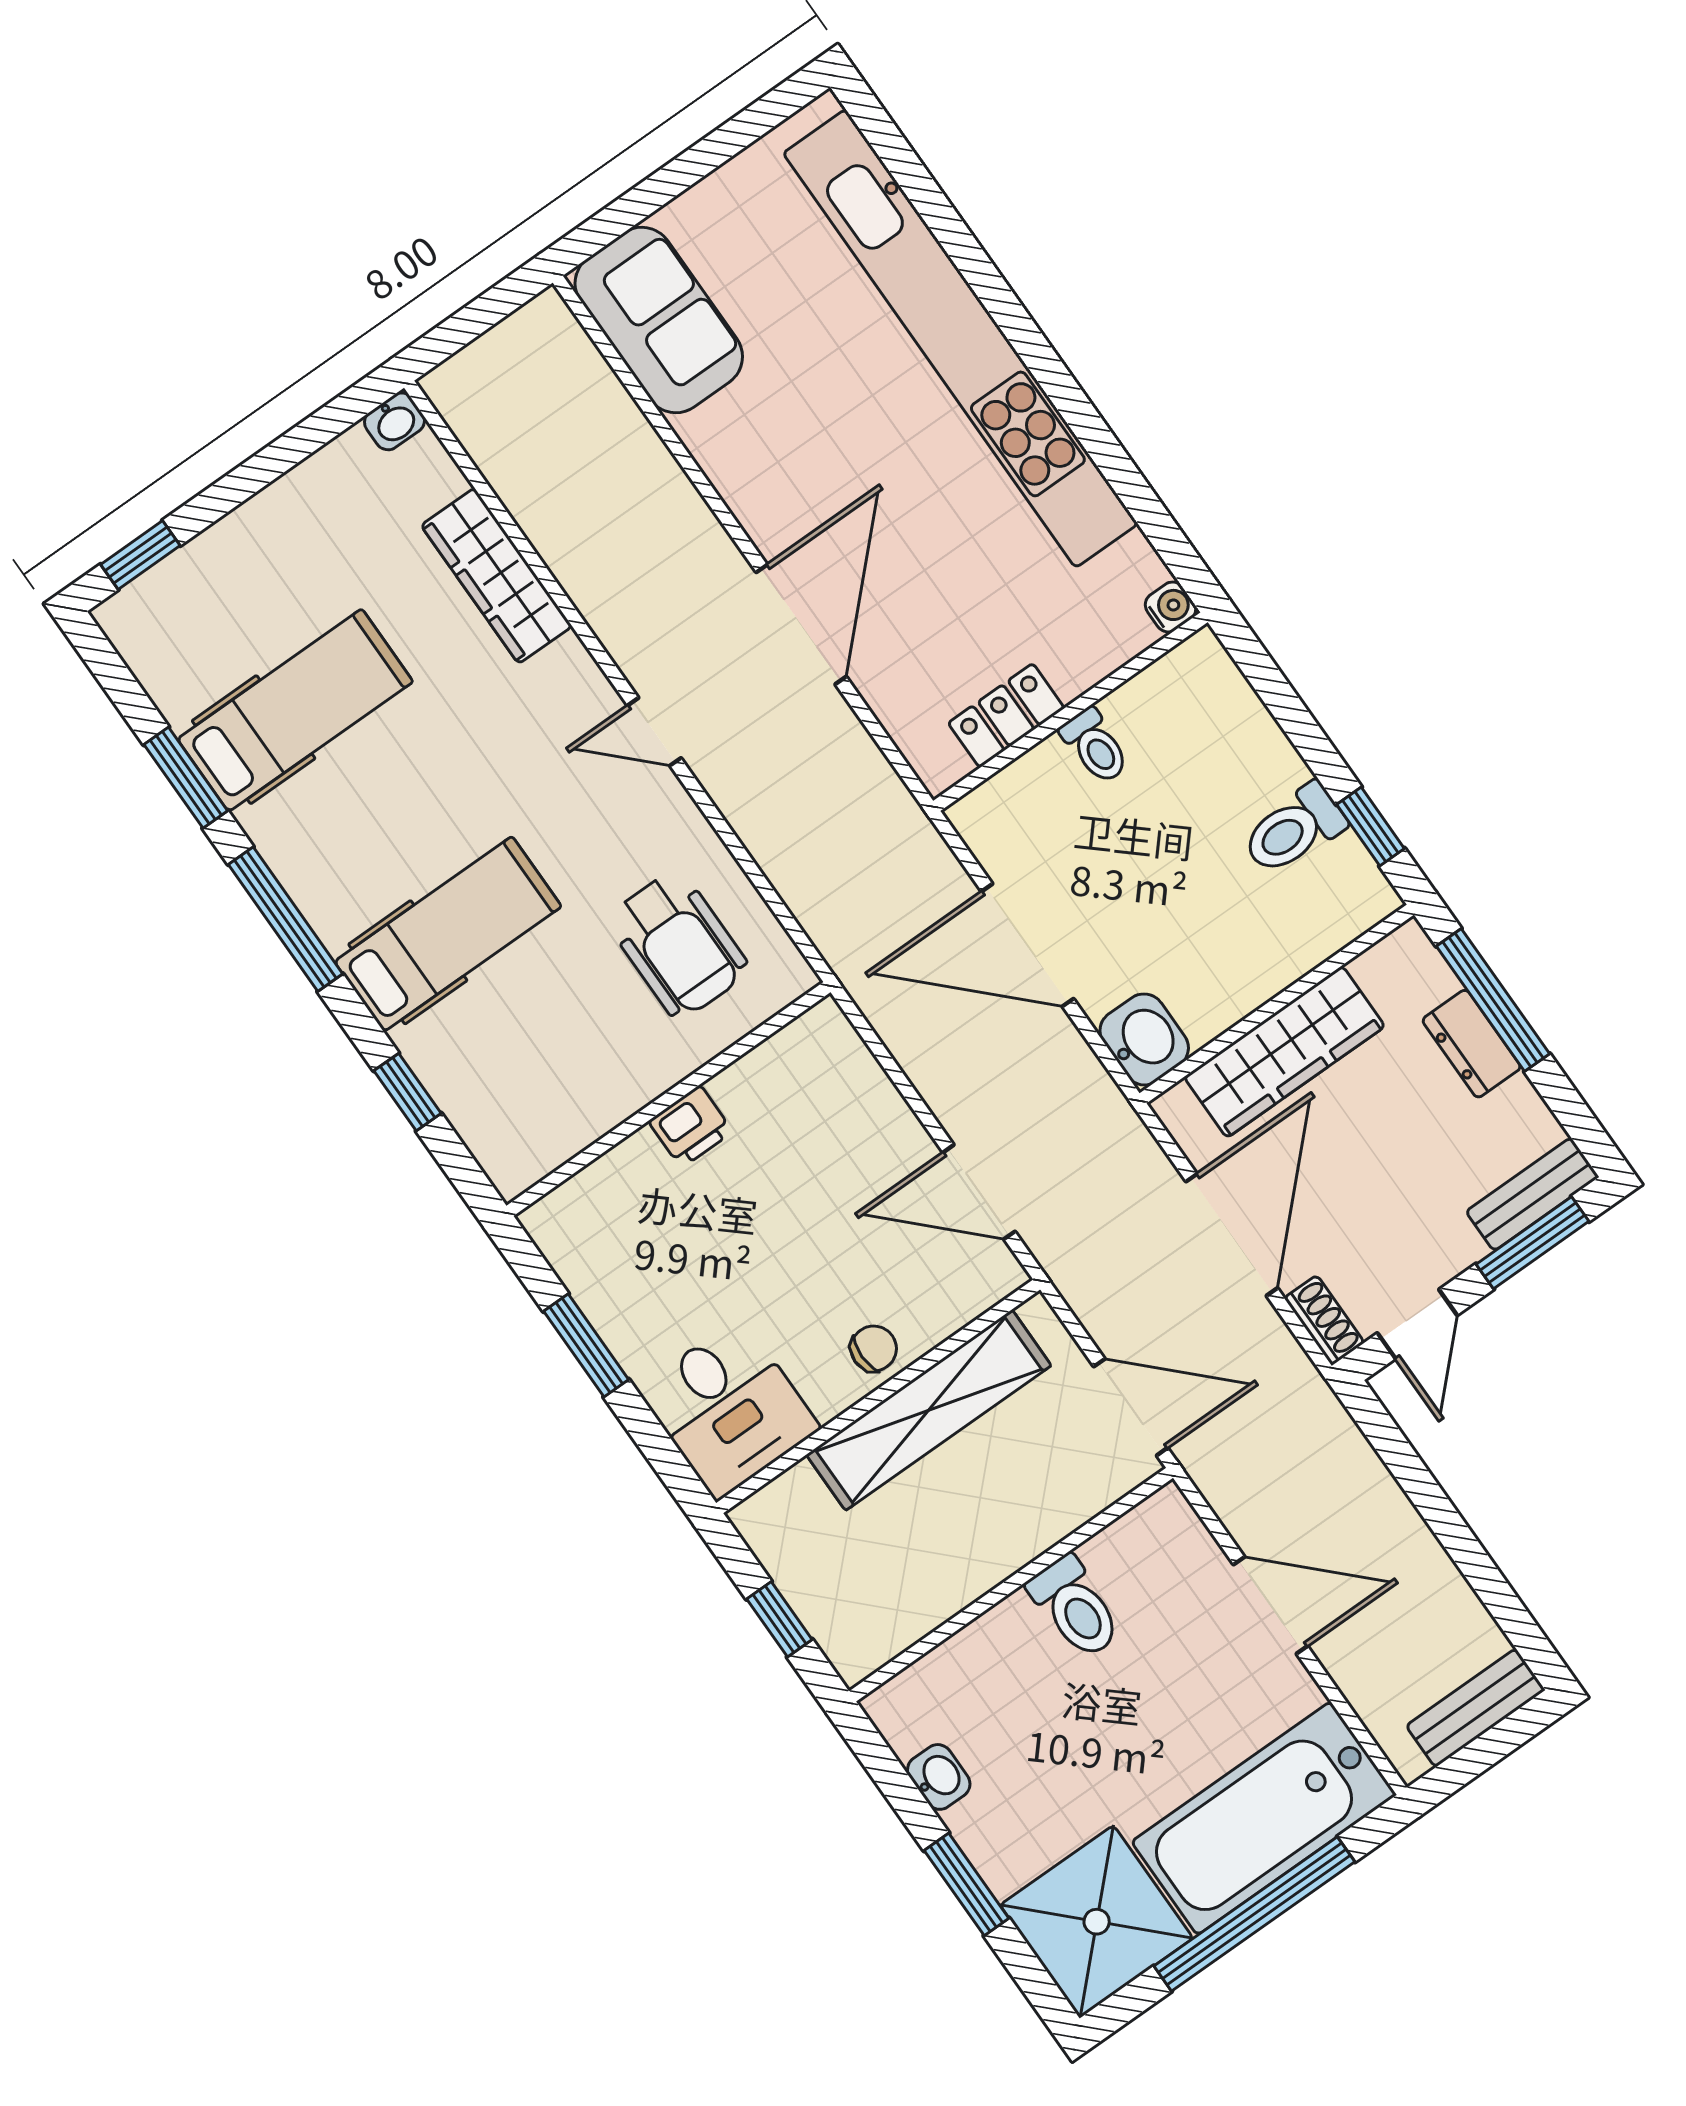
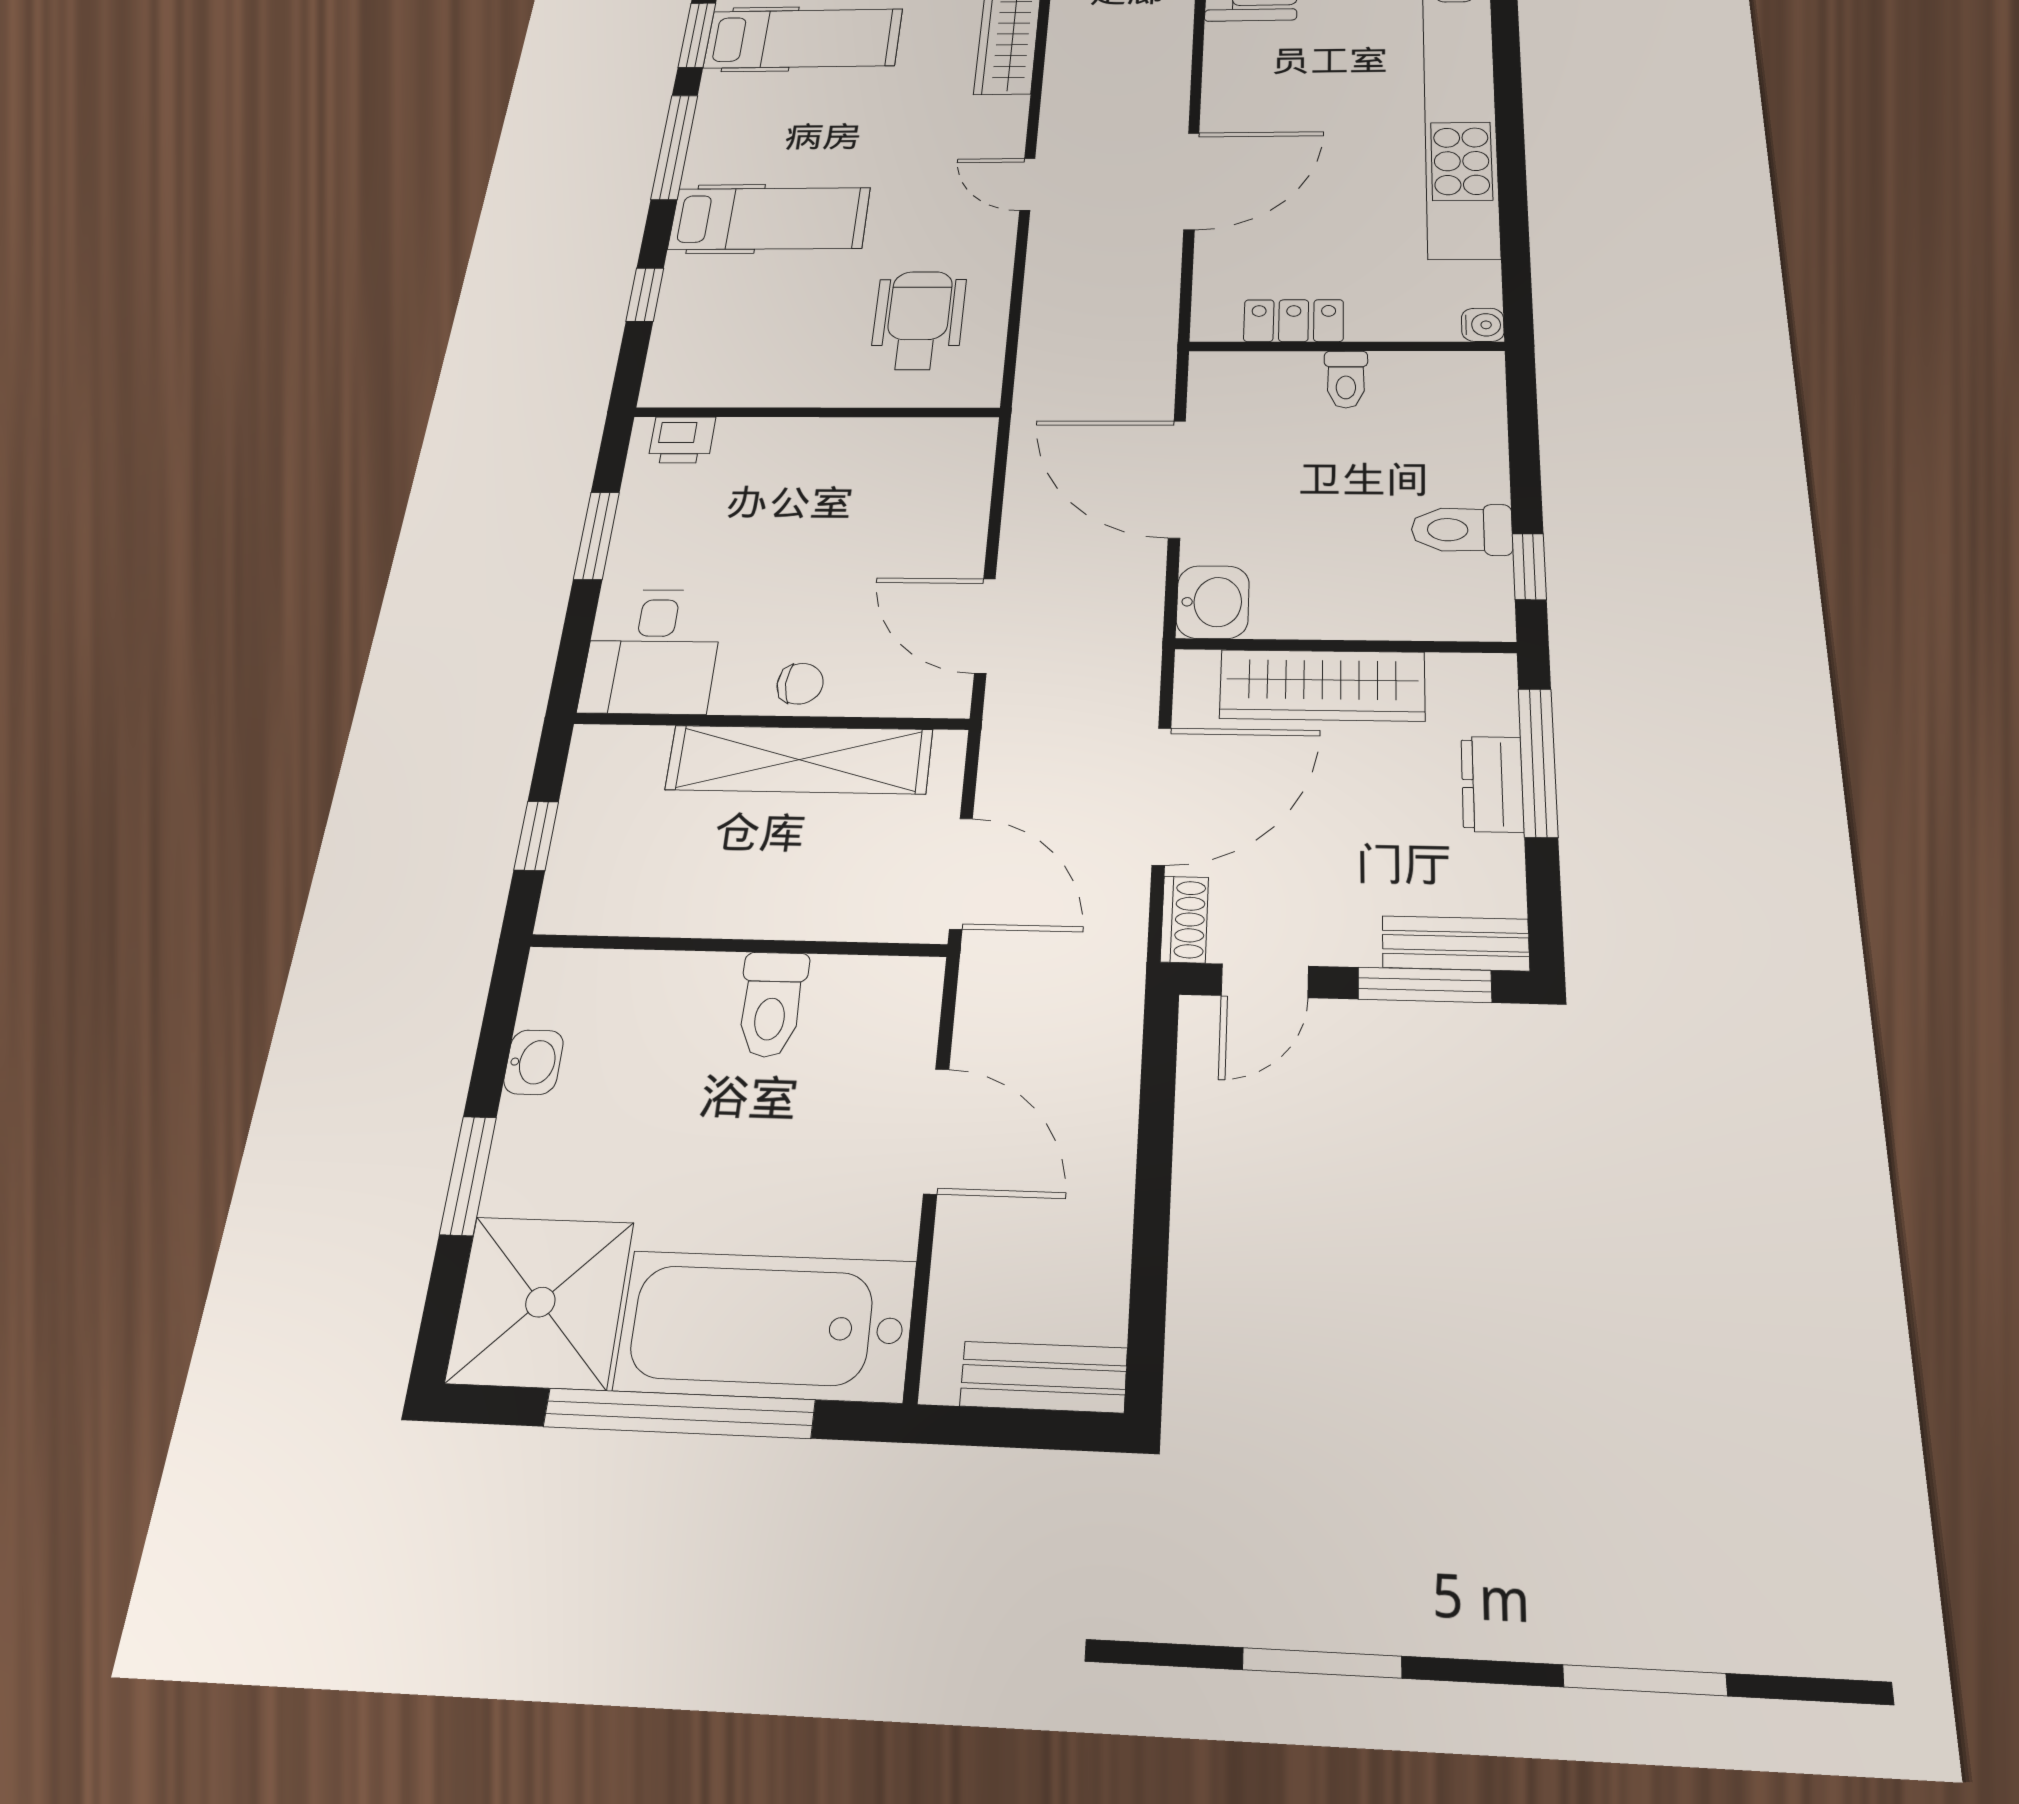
wheelchair: (678, 945) -> (918, 320), turned 180
printer: (691, 1126) -> (682, 440), moved

